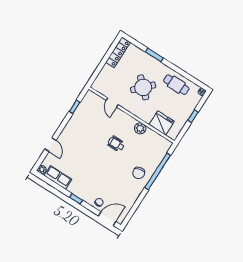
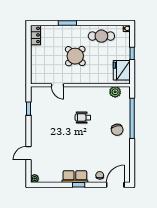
locker: (118, 52) -> (36, 35), width x0.66
fridge: (162, 123) -> (122, 70), moved, turned -90
plant: (140, 128) -> (115, 92), moved
door: (50, 145) -> (28, 153), swing flipped
row of seats: (58, 177) -> (75, 177), moved

